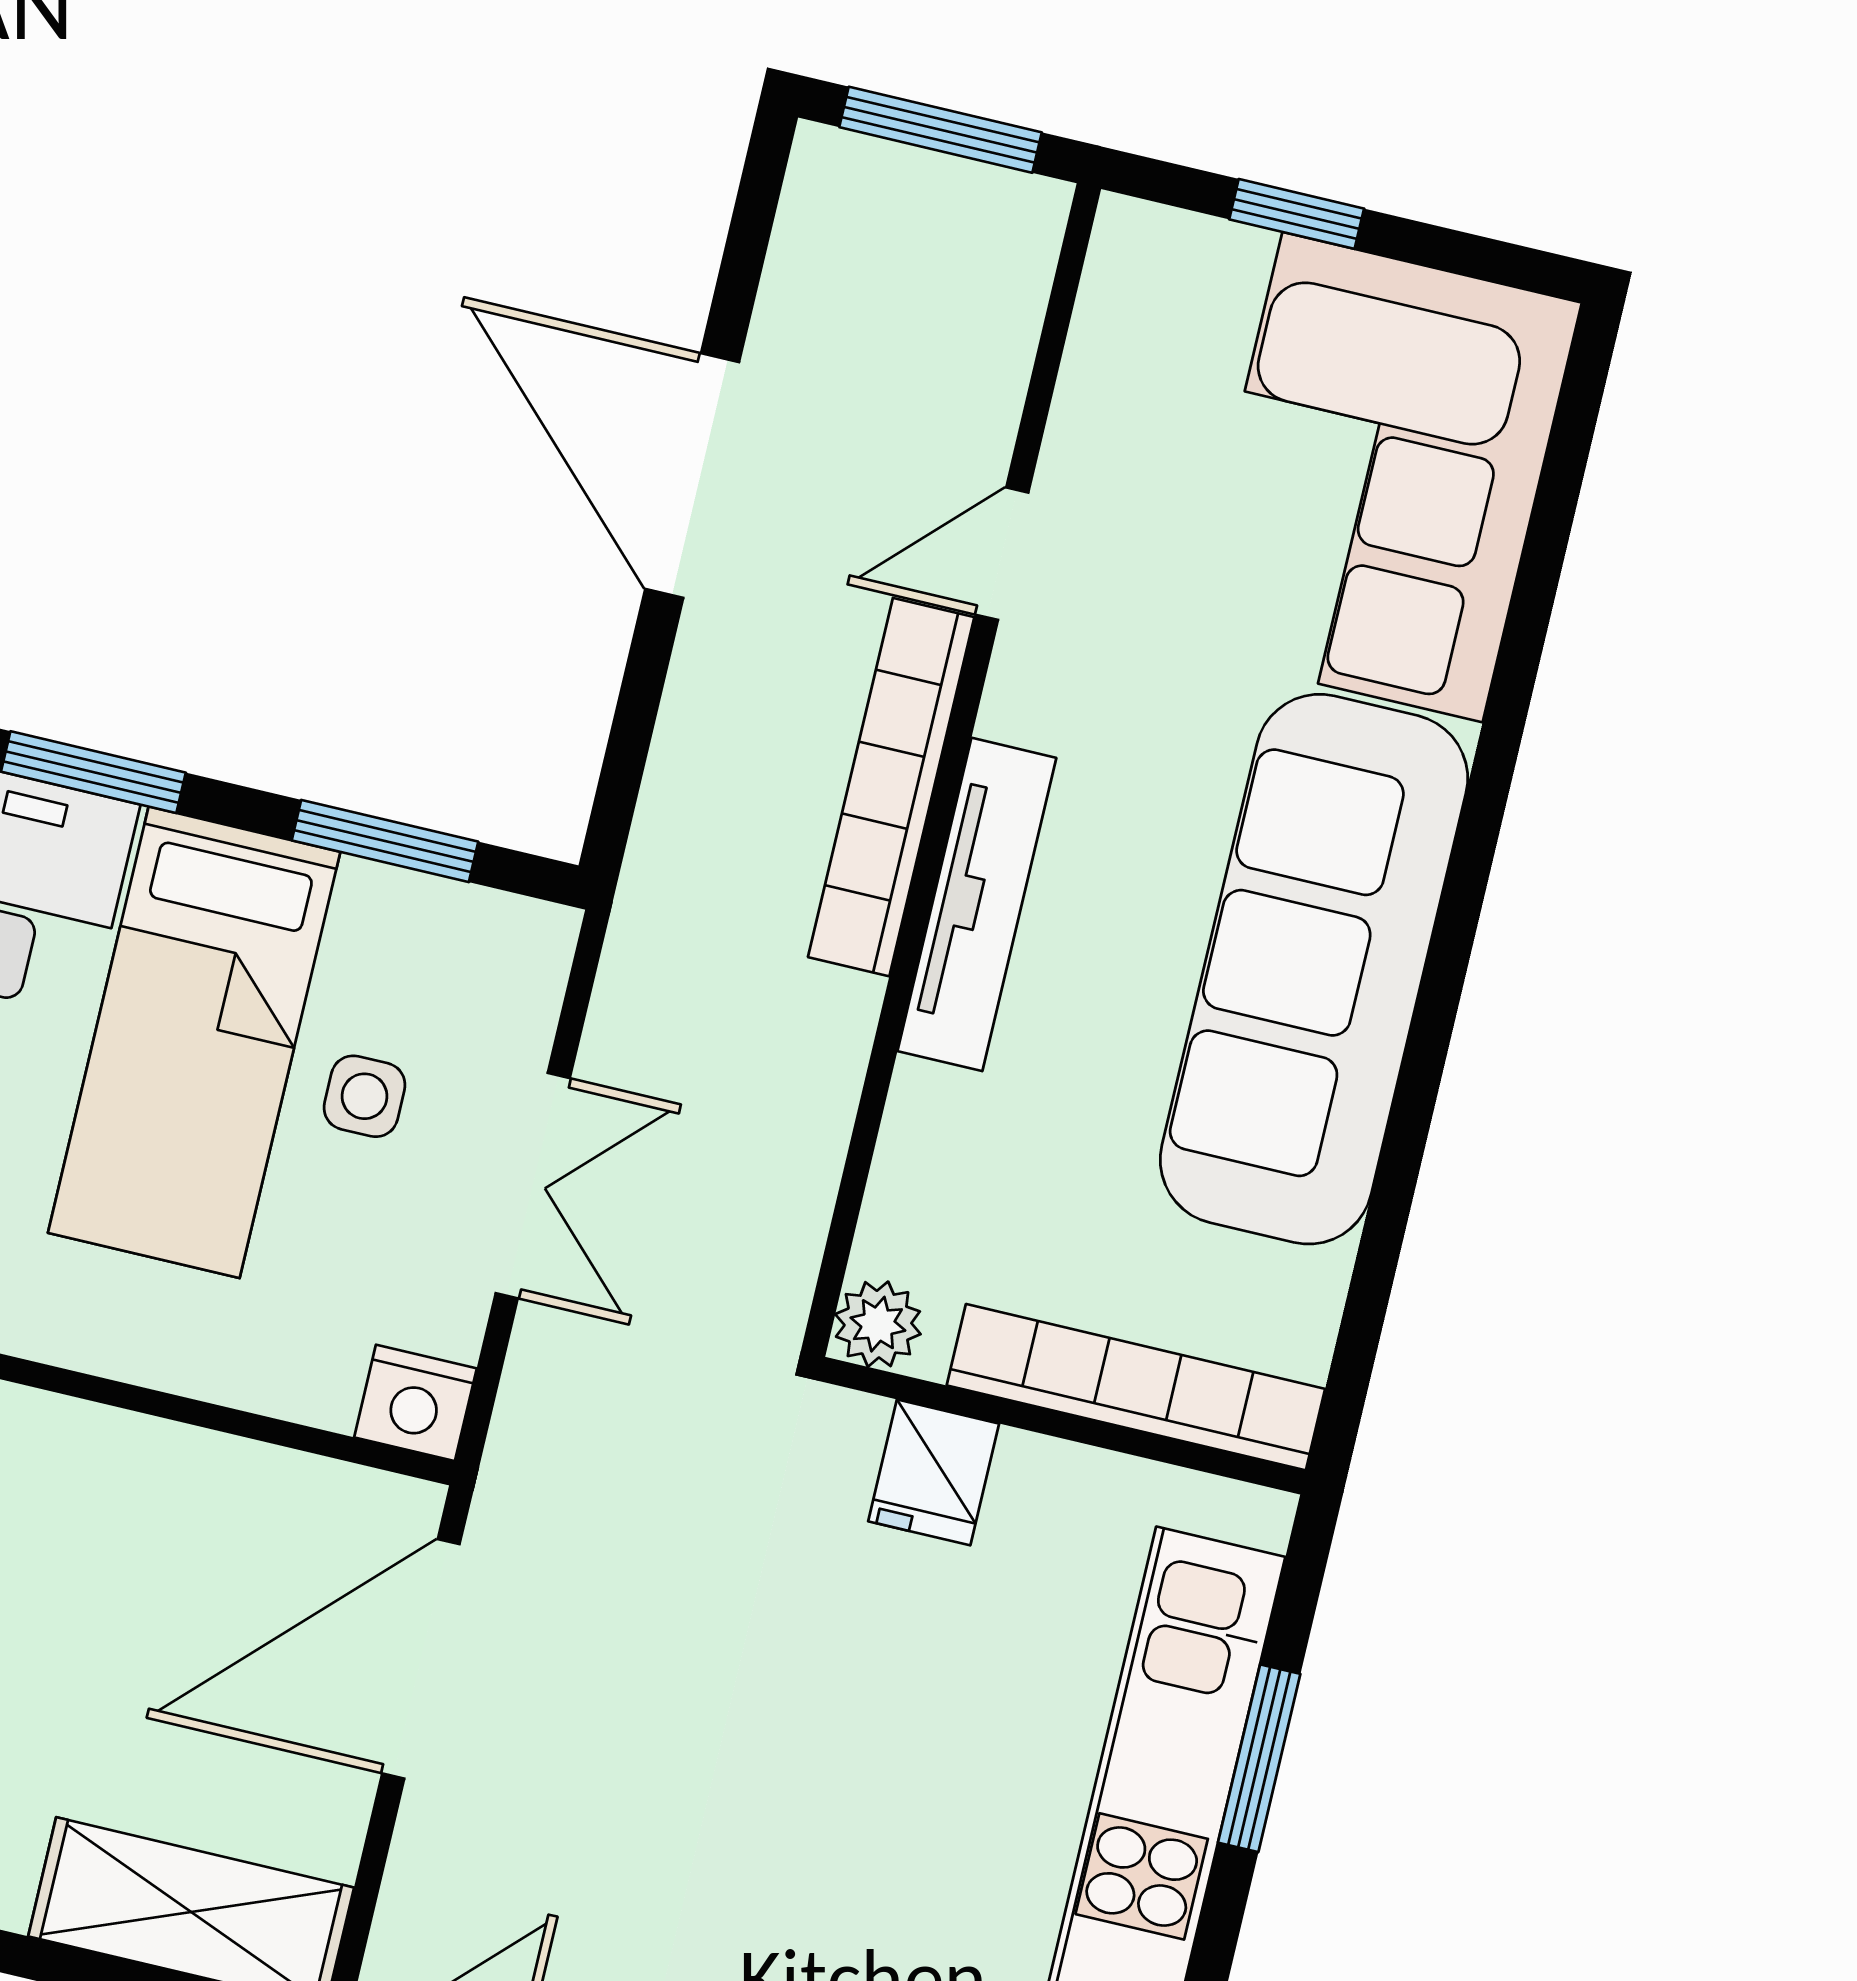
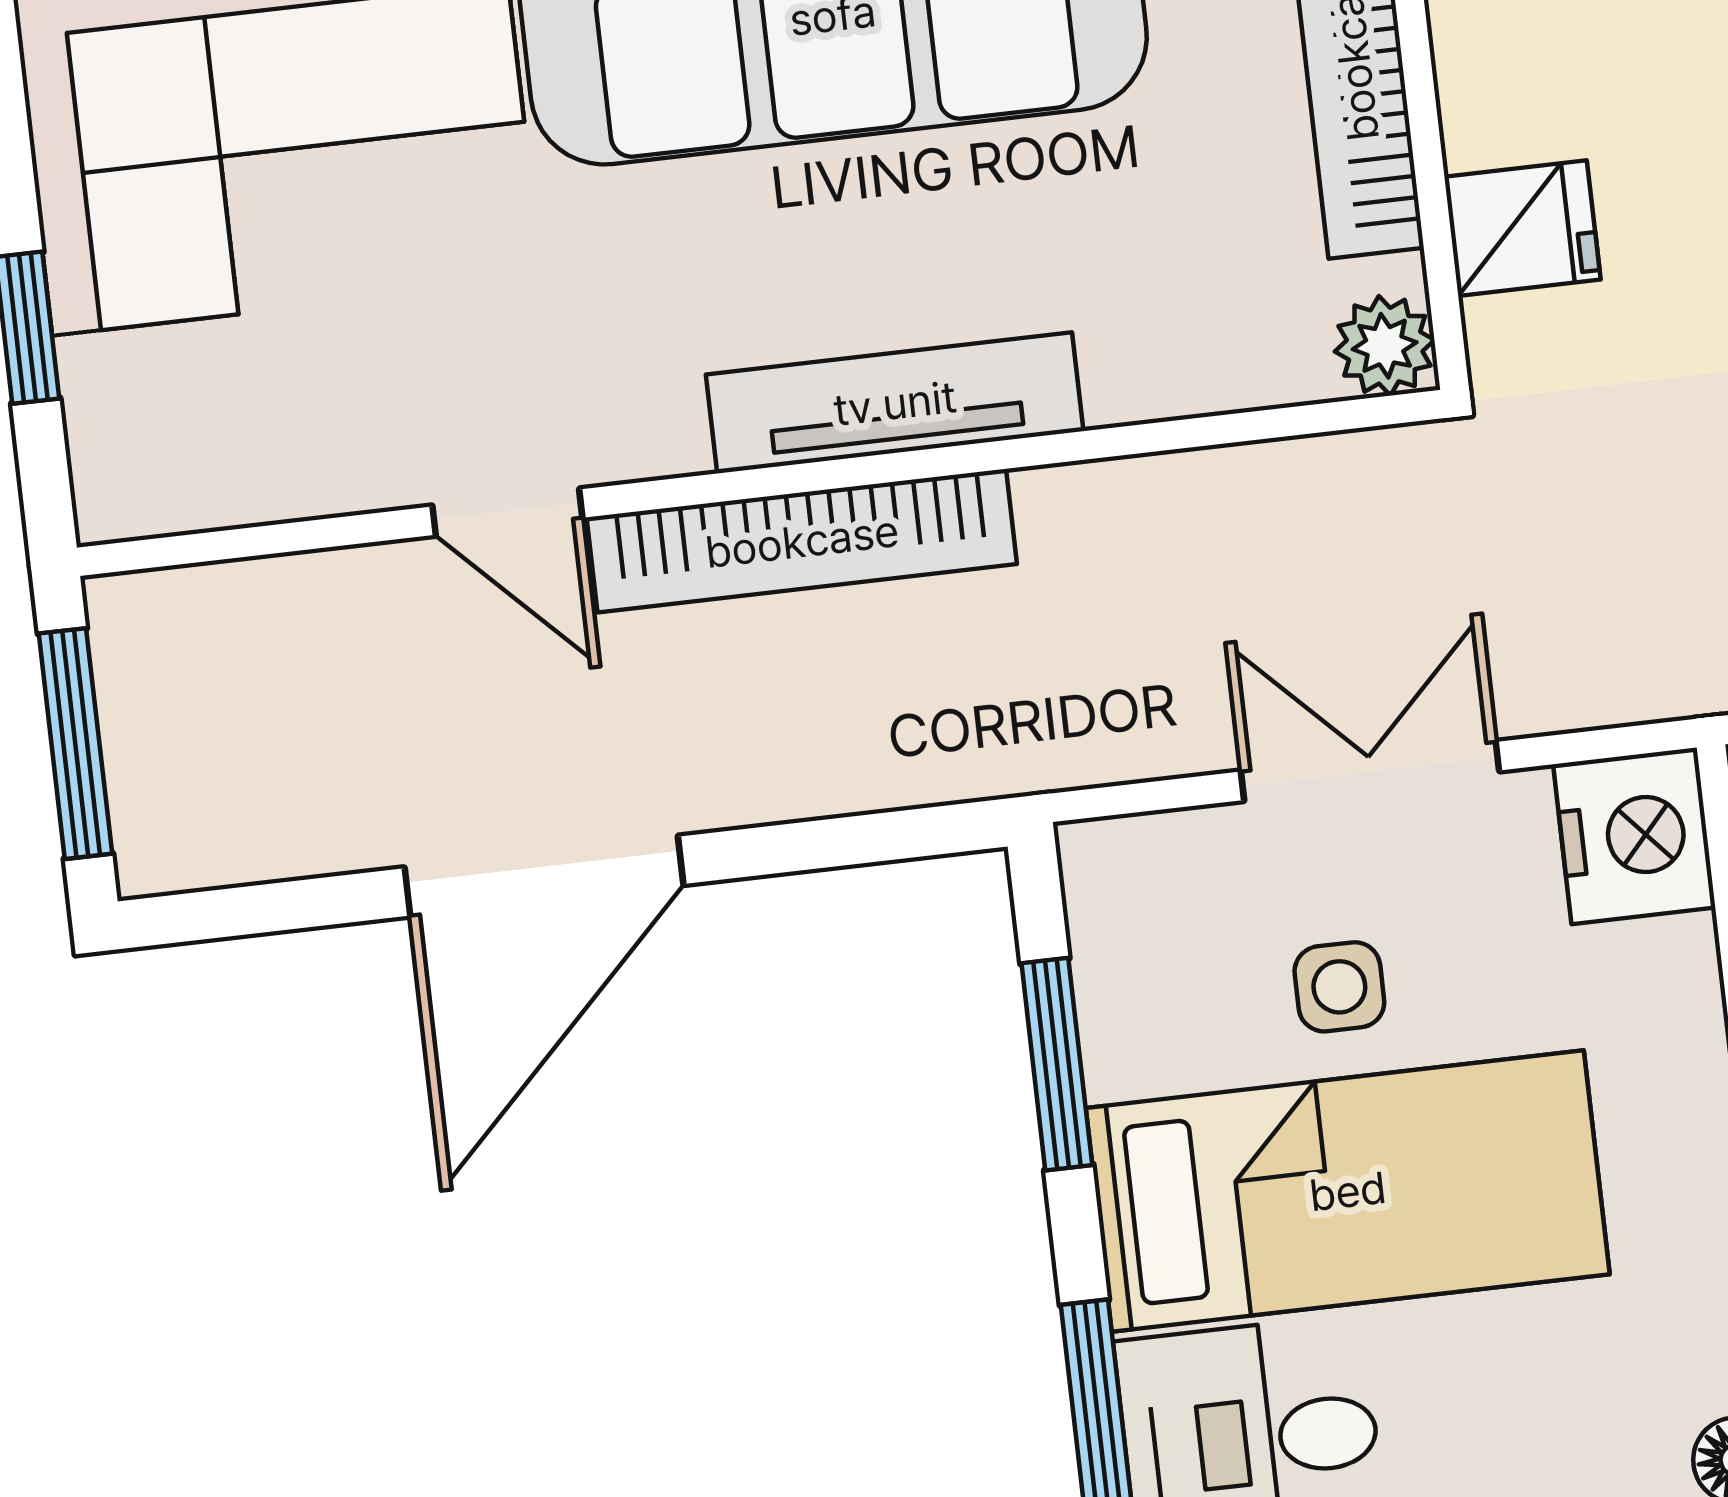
nightstand: (415, 1403) -> (1634, 836), width x1.36, depth x1.33

